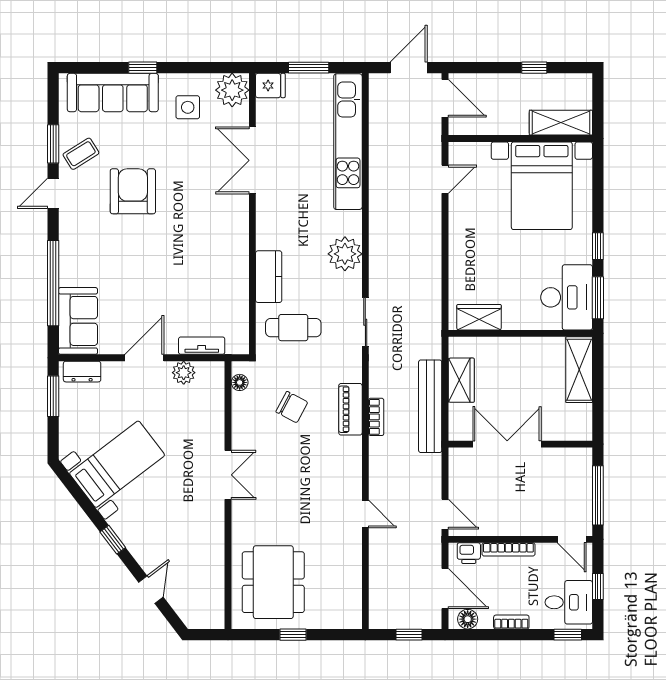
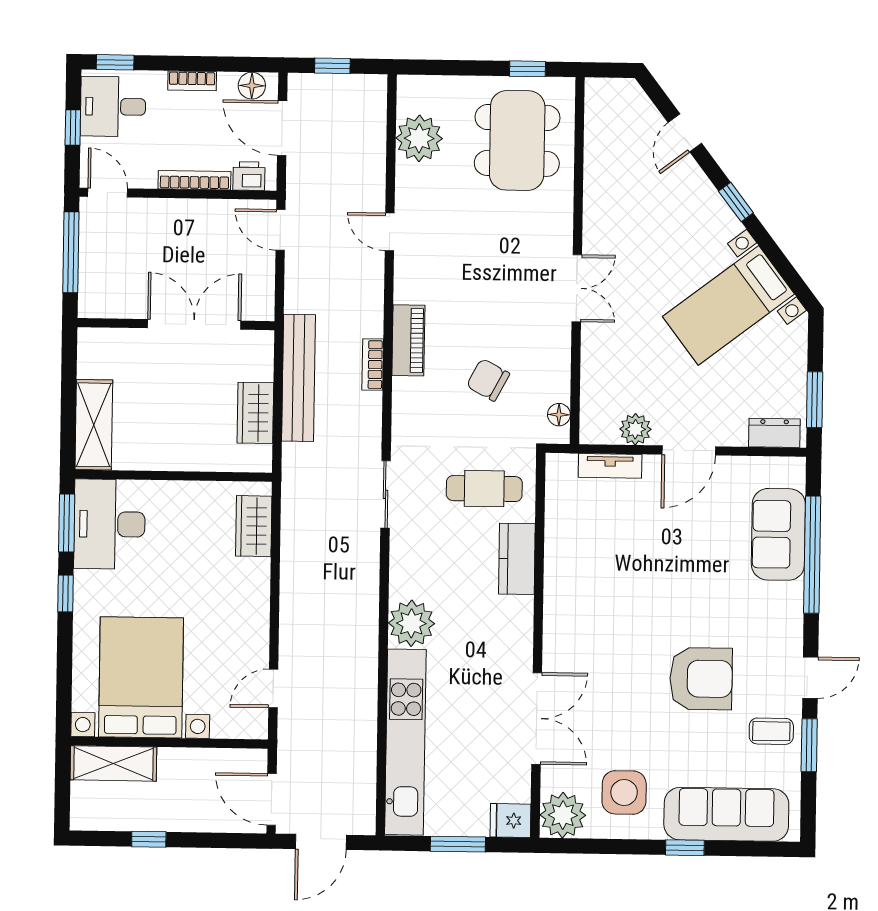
side table: (188, 107) -> (624, 792), width x1.37, depth x1.37
coffee table: (81, 154) -> (771, 731), turned 32
armchair: (133, 191) -> (701, 679), turned -90
plant: (345, 254) -> (411, 623), moved
wardrobe: (479, 317) -> (254, 526), moved, turned 90
sofa: (78, 321) -> (778, 534), moved
piano: (350, 409) -> (408, 340), moved
double door: (507, 444) -> (194, 324), swing flipped
double door: (228, 475) -> (577, 288), swing flipped
plant: (345, 583) -> (419, 138), added
window: (293, 635) -> (528, 69), moved

